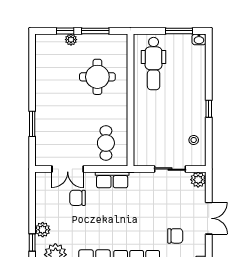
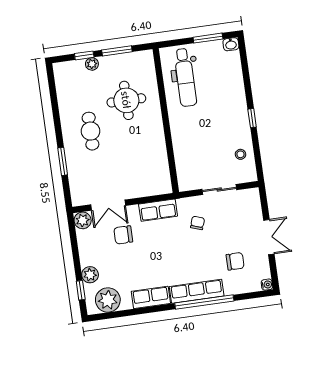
cafe table: (106, 143) -> (91, 131), moved
plant: (198, 180) -> (83, 220), moved
chair: (146, 196) -> (197, 223), added

